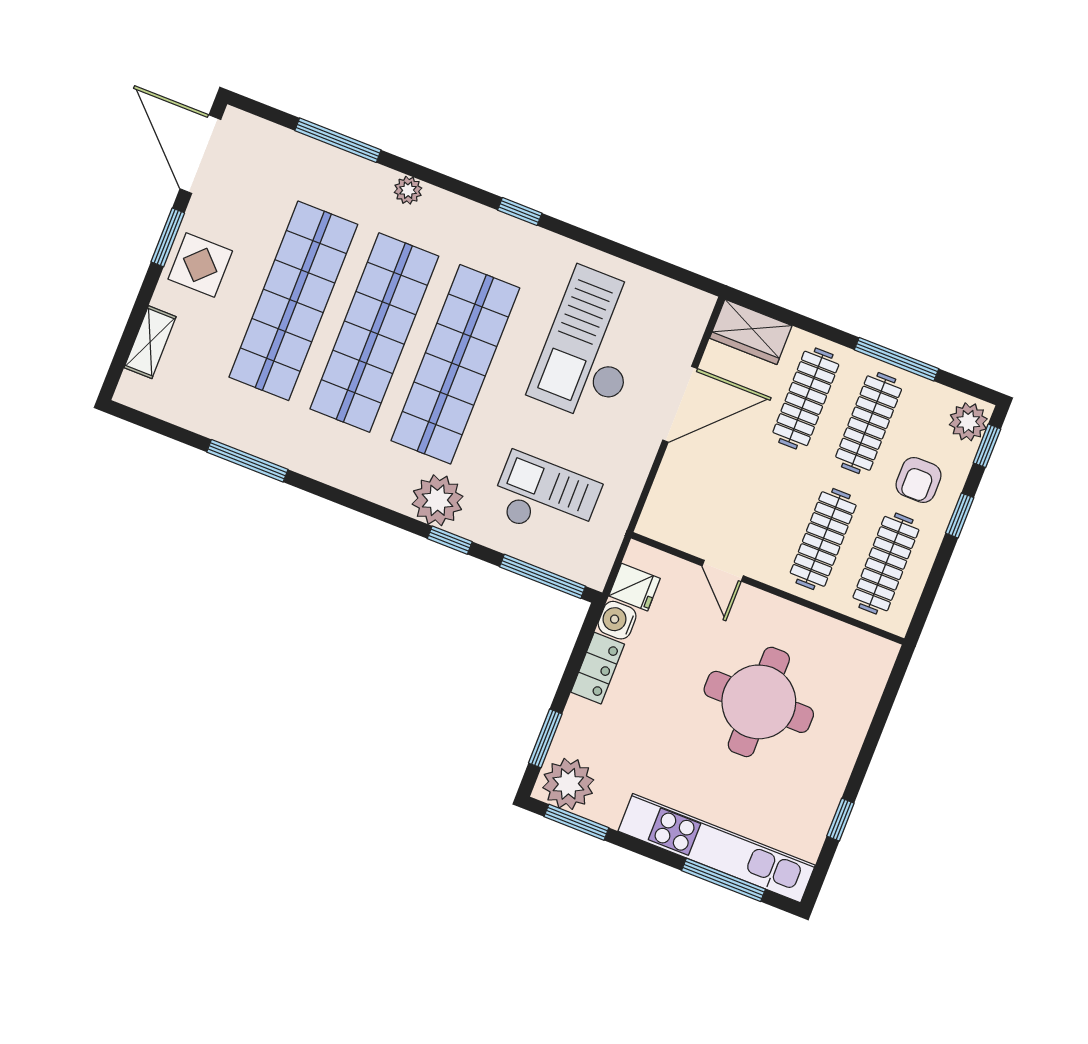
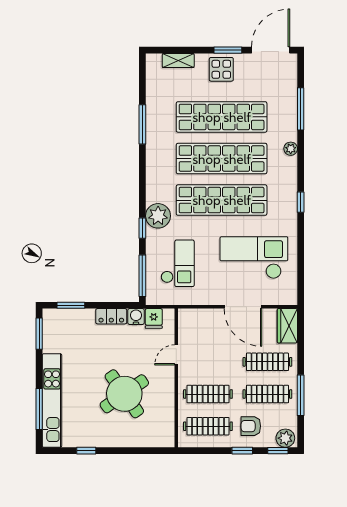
round table: (759, 702) -> (124, 394), turned -35
plant: (568, 784) -> (55, 323), removed

